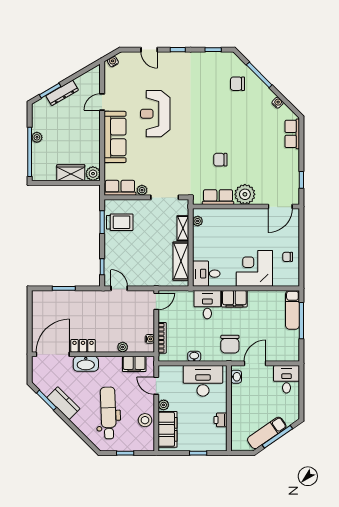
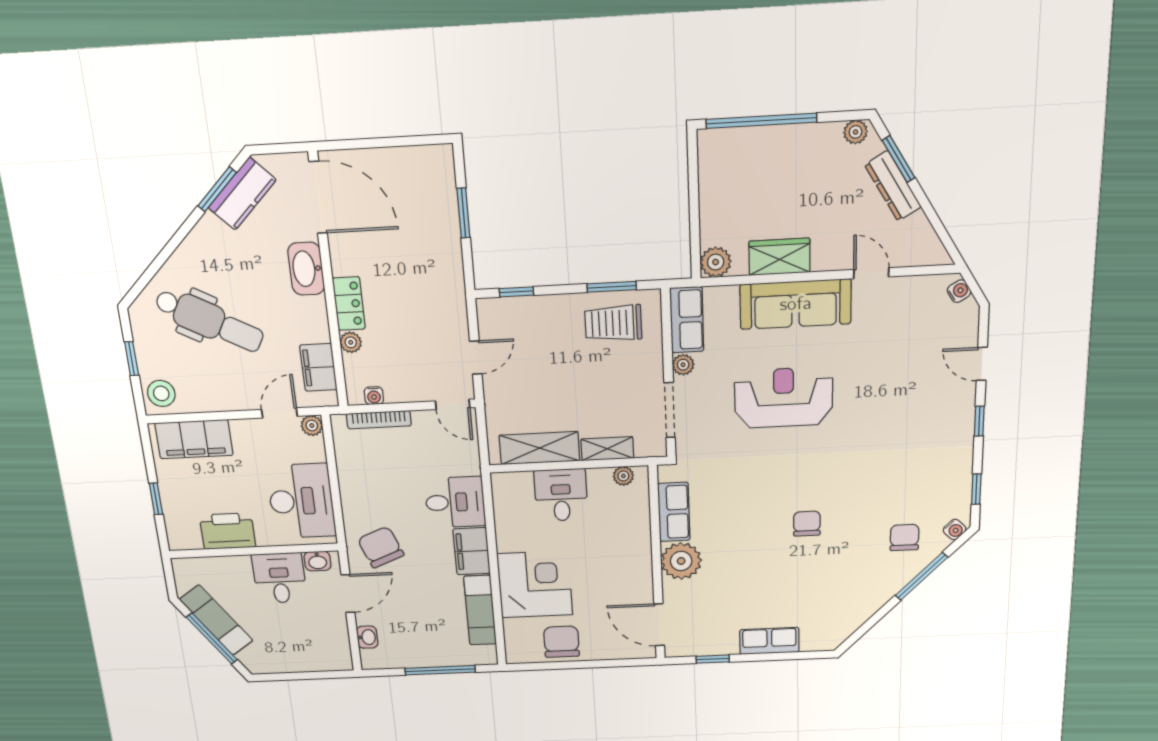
door: (149, 50) -> (982, 364), hinge flipped
water cooler: (278, 103) -> (955, 530), moved
reception desk: (155, 114) -> (784, 398), moved
row of seats: (292, 134) -> (769, 641), moved
plant: (37, 137) -> (856, 132), moved
chair: (220, 160) -> (807, 524), moved
wardrobe: (71, 173) -> (779, 257), moved, turned -90
trolley: (120, 222) -> (613, 323), turned 90
chair: (288, 257) -> (561, 642), width x1.87, depth x1.87
desk: (206, 274) -> (561, 495), moved
door: (119, 288) -> (476, 357), moved
exam couch: (292, 310) -> (480, 610), moved, turned -90
chair: (230, 344) -> (381, 547), turned 68
locker: (83, 346) -> (349, 304), moved
washbasin: (194, 356) -> (367, 637), moved
door: (255, 363) -> (348, 594), hinge flipped
desk: (287, 379) -> (280, 578), moved, turned -90
kitchen counter: (63, 403) -> (242, 194), moved
plant: (164, 405) -> (312, 426), moved
dental chair: (108, 413) -> (209, 321), turned 30
stool: (145, 420) -> (161, 393), moved
printer: (220, 420) -> (228, 531), width x1.87, depth x1.48

